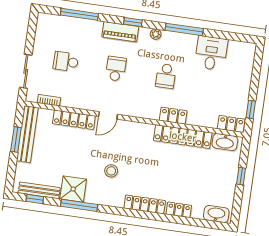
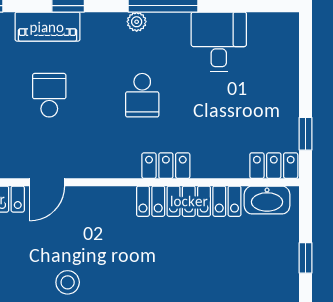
plant: (156, 34) -> (137, 22), moved

